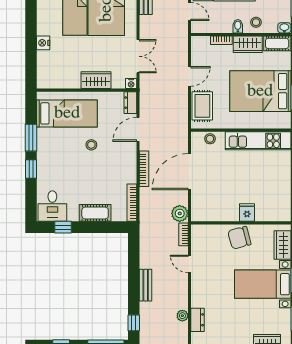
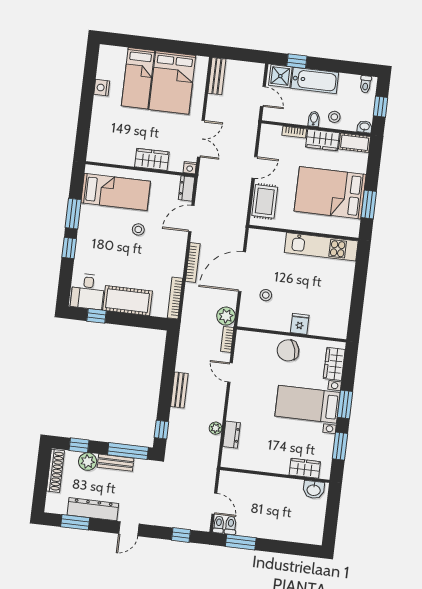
nightstand: (43, 43) -> (102, 88), moved
stool: (210, 139) -> (266, 295), moved
cot: (95, 213) -> (128, 301), width x1.37, depth x1.34

